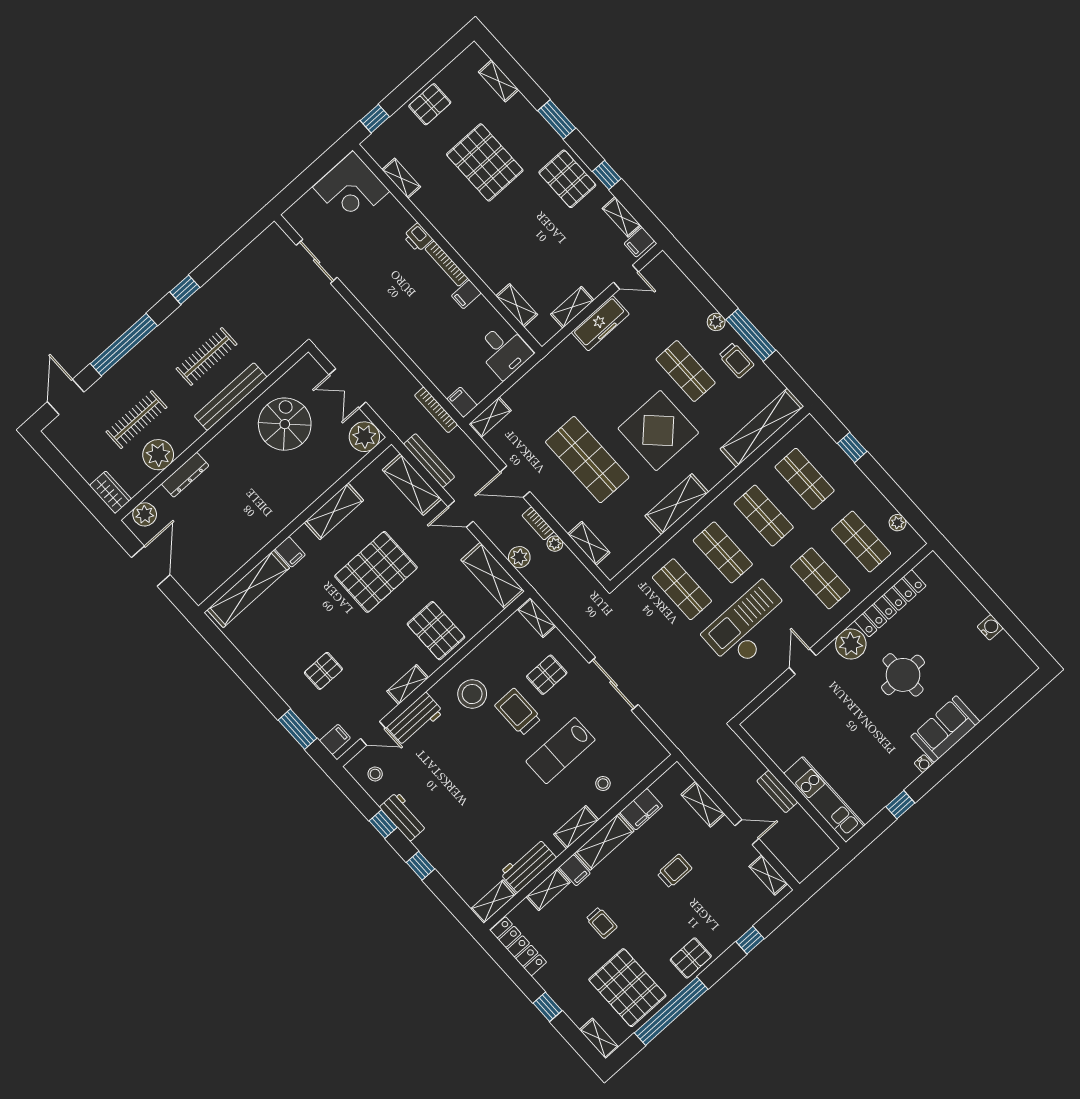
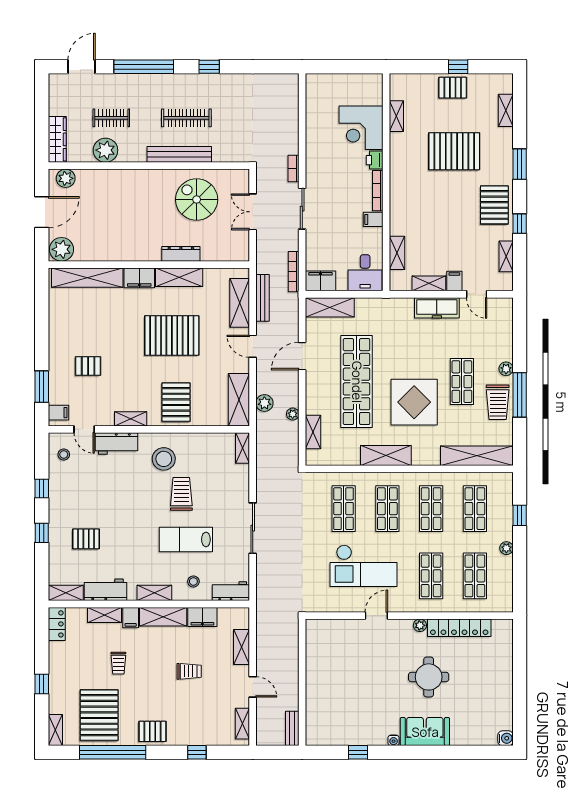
window: (375, 119) -> (458, 67), moved
pallet: (485, 162) -> (454, 151), turned 90
corner desk: (351, 189) -> (361, 128), moved
filing cabinet: (639, 242) -> (454, 281), moved, turned 90
sliding door: (317, 261) -> (302, 209), moved
trolley: (736, 360) -> (498, 402), width x1.36, depth x1.39
filing cabinet: (462, 402) -> (320, 281), width x2.00
shelving: (490, 417) -> (330, 307), width x1.50, depth x1.33
clothes rail: (136, 420) -> (111, 118), width x0.73
spiral stairs: (285, 424) -> (197, 200), turned -90
plant: (364, 437) -> (62, 249), moved
shop shelf: (587, 460) -> (357, 382), width x1.40
dresser: (185, 475) -> (181, 254), moved, turned 180
door: (515, 482) -> (302, 356), hinge flipped
wardrobe: (110, 492) -> (57, 139), width x1.50
bookcase: (538, 523) -> (293, 168), moved
plant: (898, 523) -> (506, 548), moved
filing cabinet: (290, 552) -> (139, 278), width x2.00
checkout: (749, 626) -> (363, 566), turned 180
water cooler: (990, 627) -> (506, 738), moved
plant: (851, 644) -> (420, 625), width x0.53, depth x0.53
pallet: (547, 675) -> (86, 539), moved
bench: (777, 791) -> (292, 728), moved
kitchen unit: (824, 799) -> (316, 709), removed
workbench: (403, 816) -> (231, 591), moved, turned -90
locker: (518, 946) -> (57, 624), width x0.66

